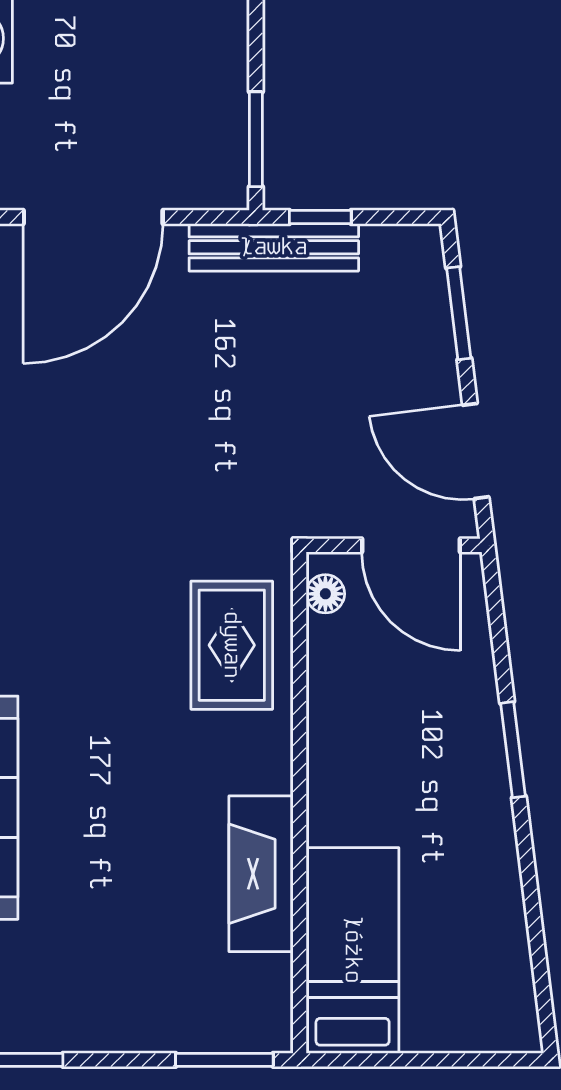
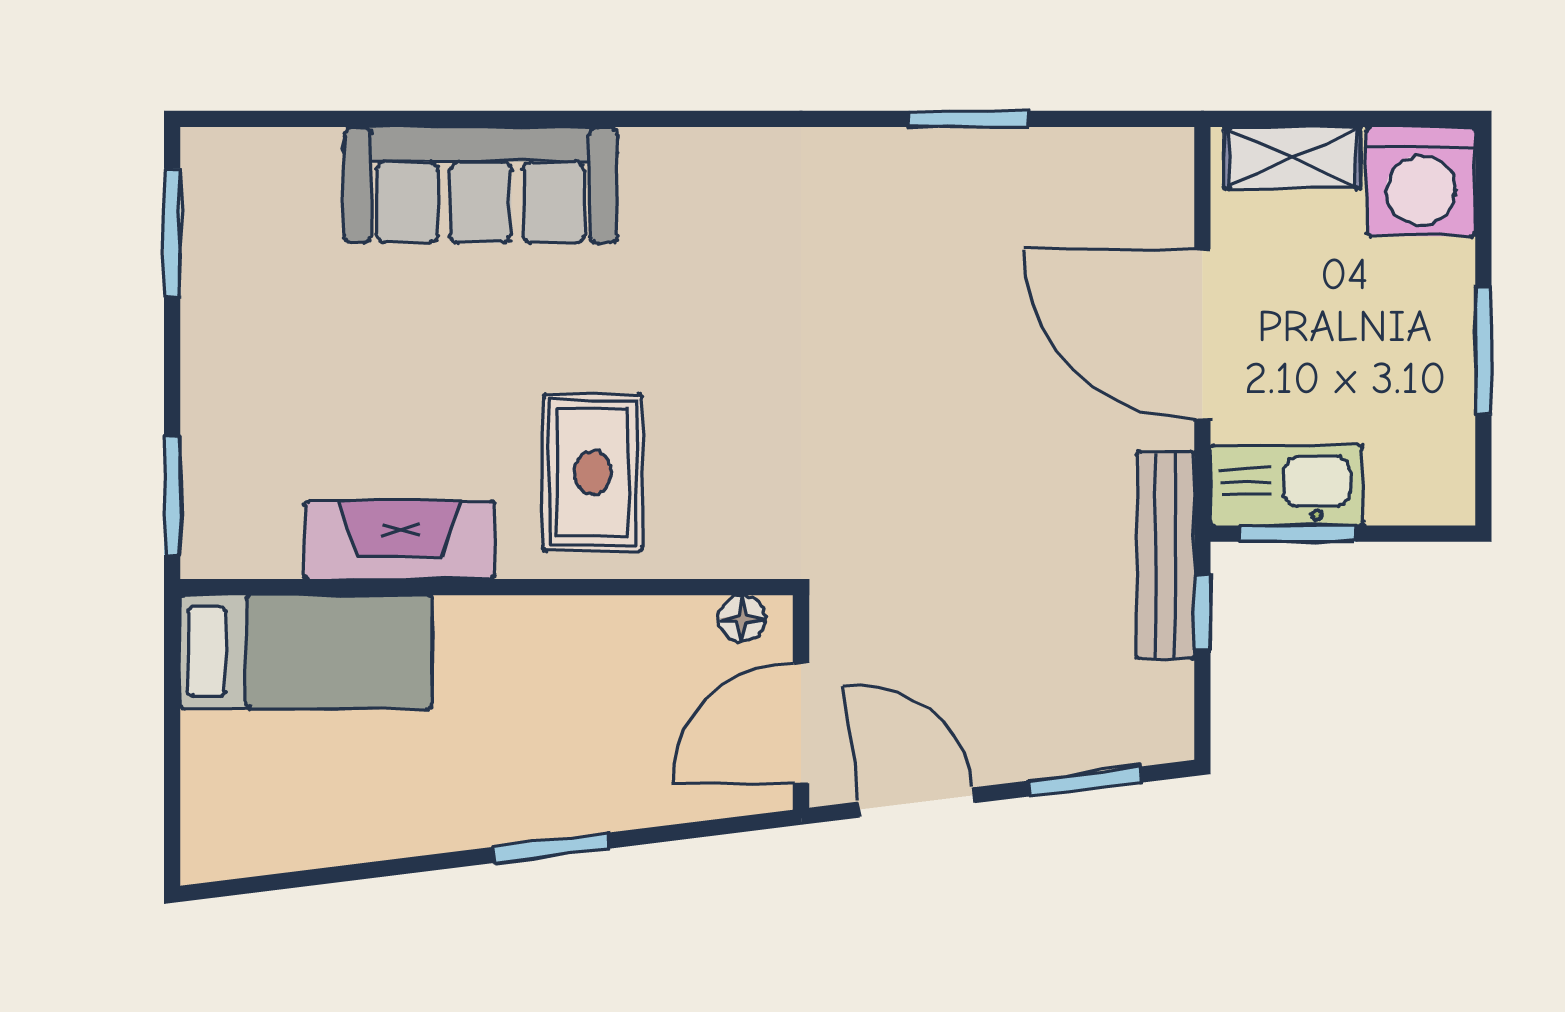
kitchen sink: (216, 148) -> (1287, 485), added
door: (476, 451) -> (916, 802), hinge flipped
rug: (232, 645) -> (593, 472), moved, turned 90

